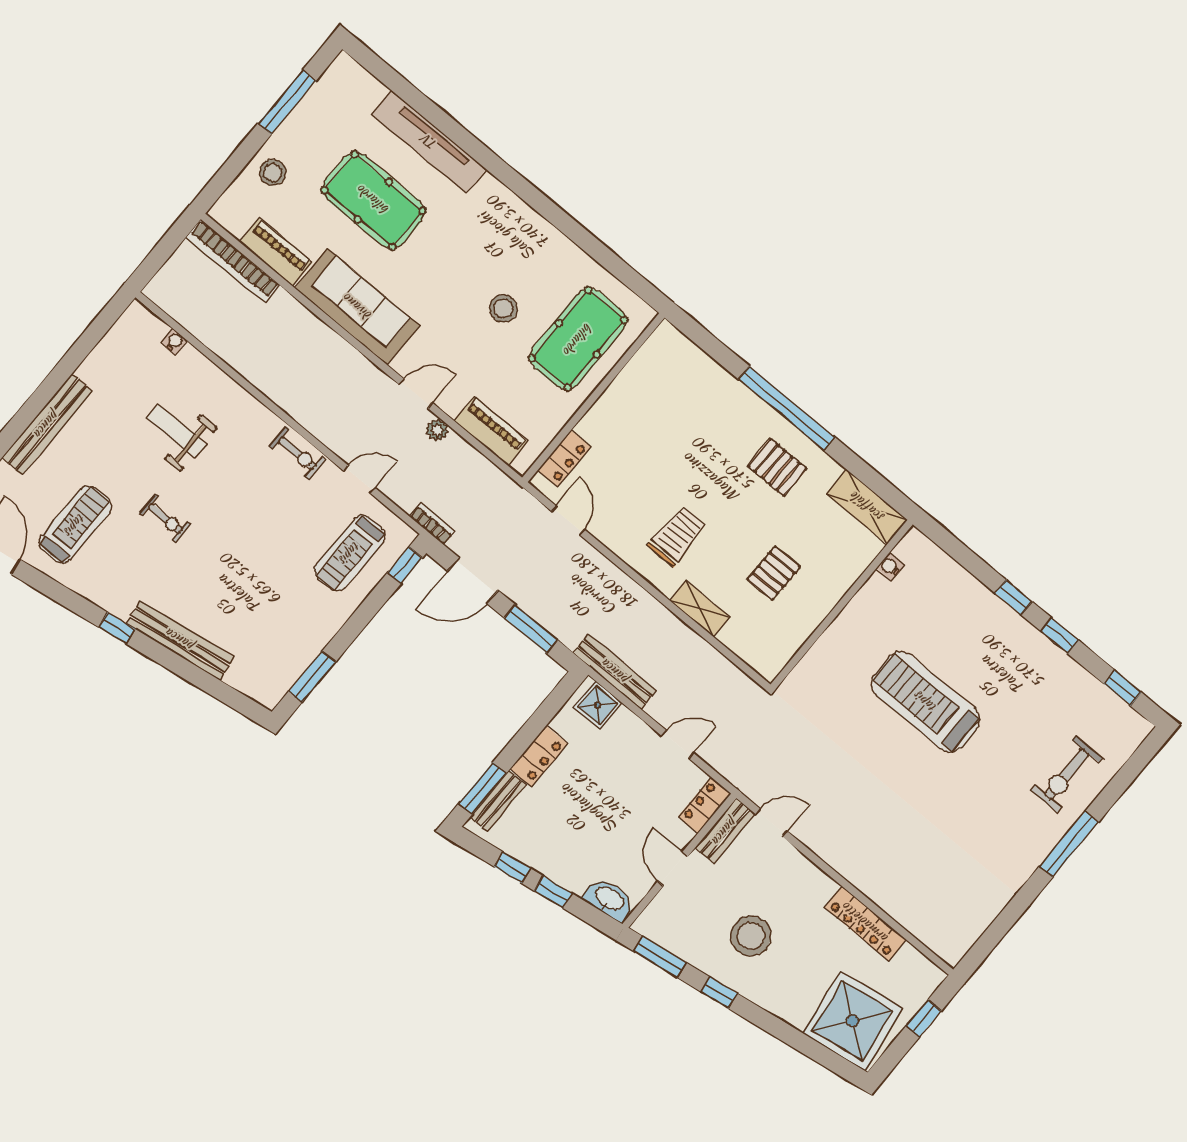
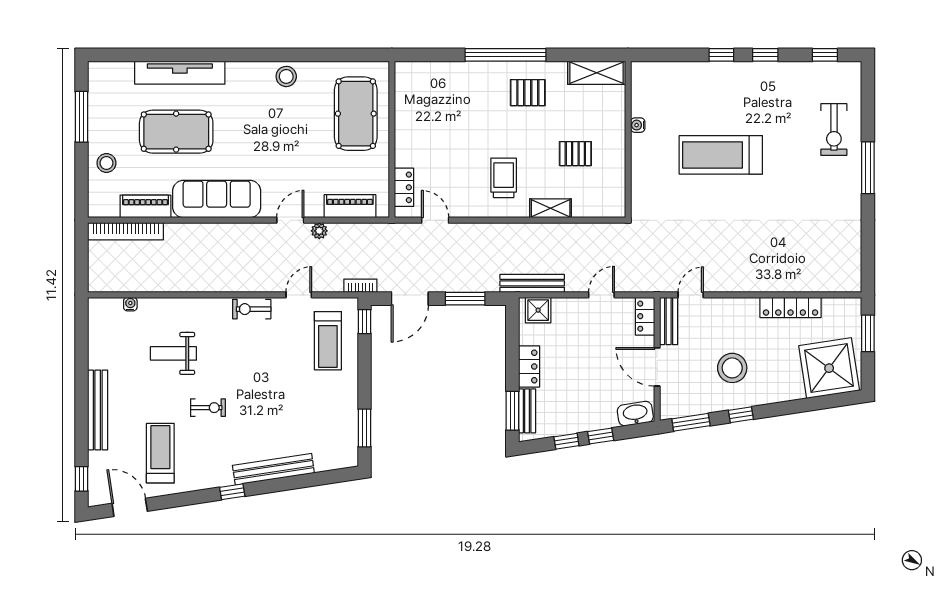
stool: (503, 308) -> (286, 76), moved
exercise bike: (297, 453) -> (252, 309), turned 180
water cooler: (890, 567) -> (638, 125), moved
pallet: (774, 573) -> (575, 154), turned 90
door: (673, 869) -> (657, 367), width x1.38
window: (924, 1018) -> (868, 333), width x1.50

